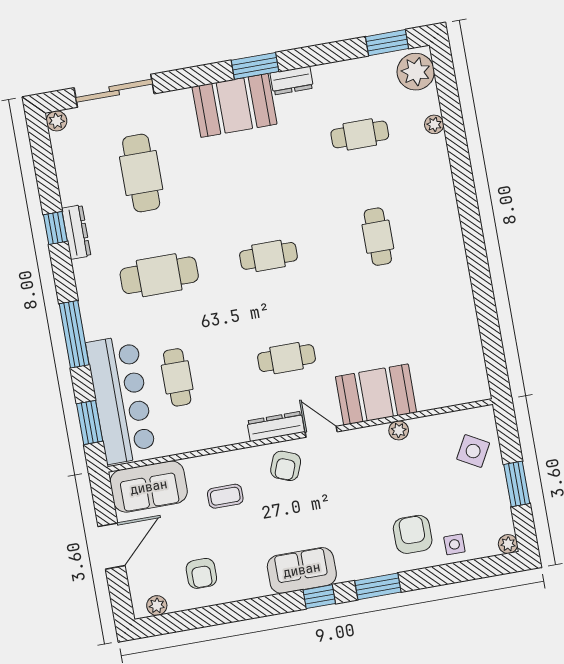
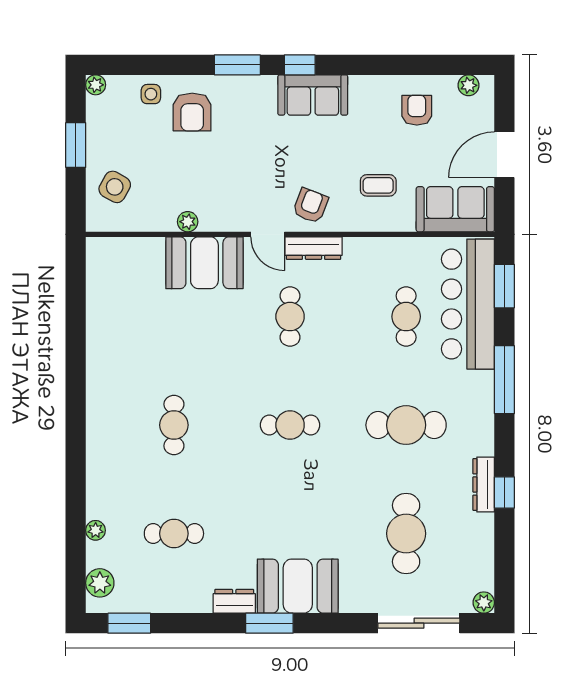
plant: (416, 72) -> (100, 583), width x0.73, depth x0.73
cafe table: (286, 358) -> (290, 317), turned 90

